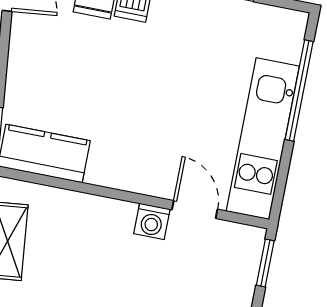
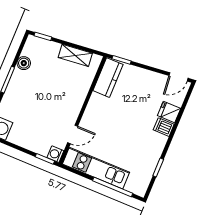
washing machine: (152, 221) -> (55, 154), moved

